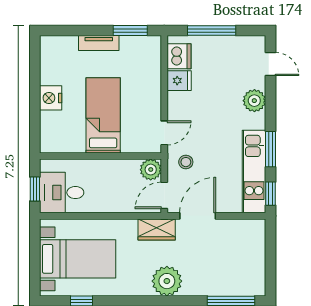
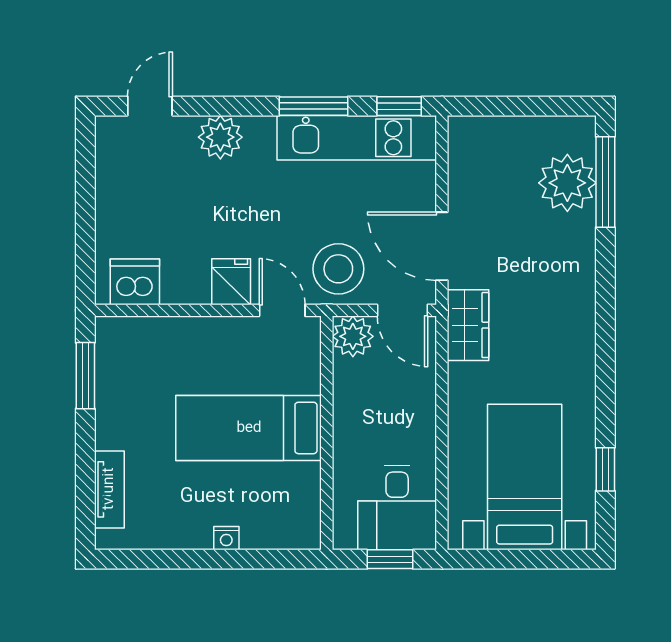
window: (212, 30) -> (85, 219), removed
tv unit: (99, 43) -> (109, 489), moved
fridge: (179, 81) -> (231, 282), moved
nightstand: (51, 98) -> (226, 538), width x0.53, depth x0.56
stool: (186, 162) -> (338, 269), width x1.89, depth x1.89
plant: (167, 281) -> (567, 183), moved

